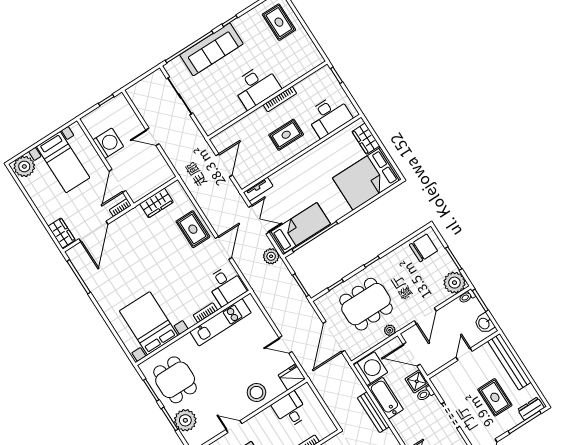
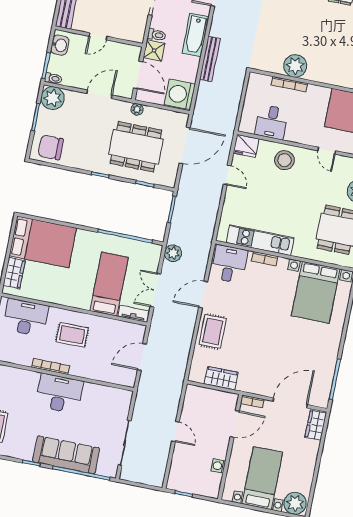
washing machine: (108, 143) -> (218, 466), width x0.53, depth x0.53
bed: (300, 228) -> (109, 284), moved, turned 90
bathtub: (385, 398) -> (196, 35), moved

